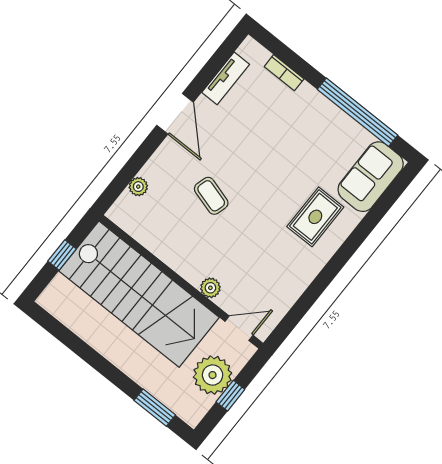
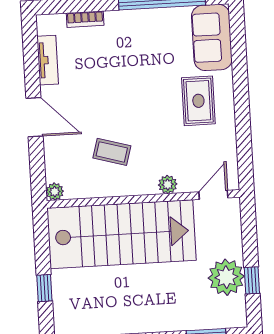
wall: (181, 282) -> (143, 199), moved
plant: (210, 288) -> (168, 185), moved
stairs: (139, 294) -> (121, 234), moved
door: (239, 328) -> (213, 195), moved

